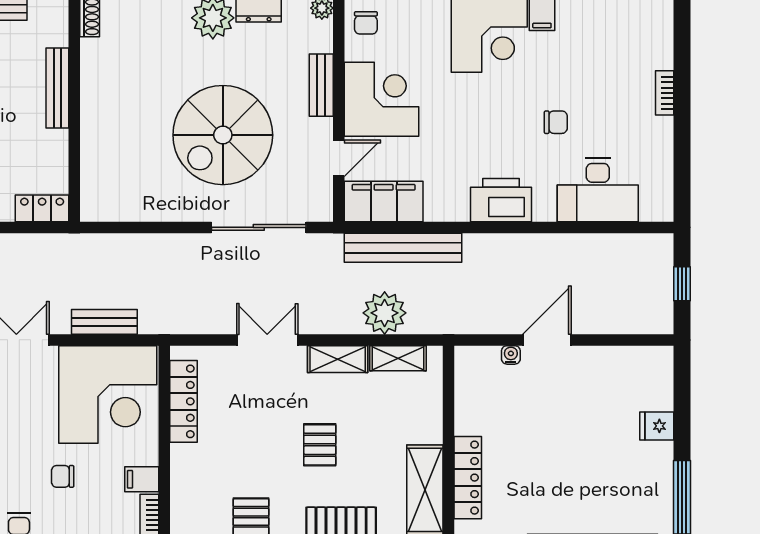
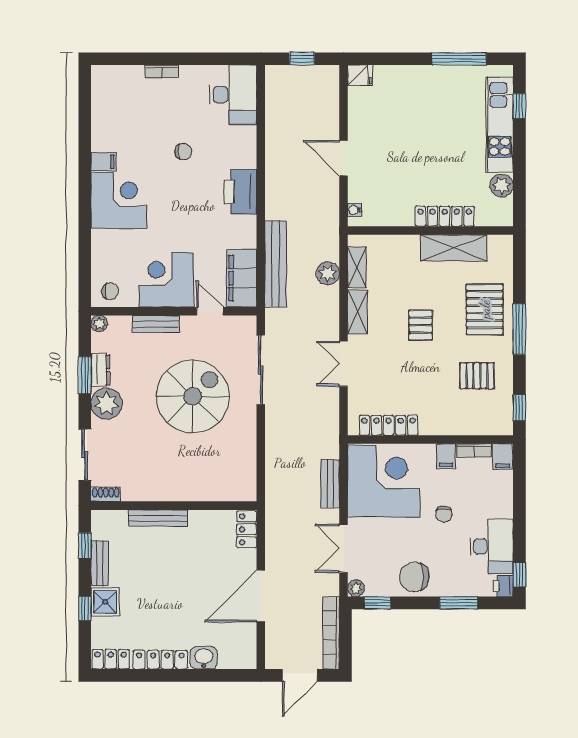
chair: (556, 122) -> (183, 152), turned 90
spiral stairs: (223, 135) -> (193, 396), turned -90
desk: (598, 190) -> (233, 95), moved
plant: (385, 313) -> (328, 273), width x0.73, depth x0.73
water cooler: (511, 355) -> (354, 210), moved
fridge: (657, 426) -> (360, 75), moved, turned -90
pallet: (320, 445) -> (421, 325), turned 90

